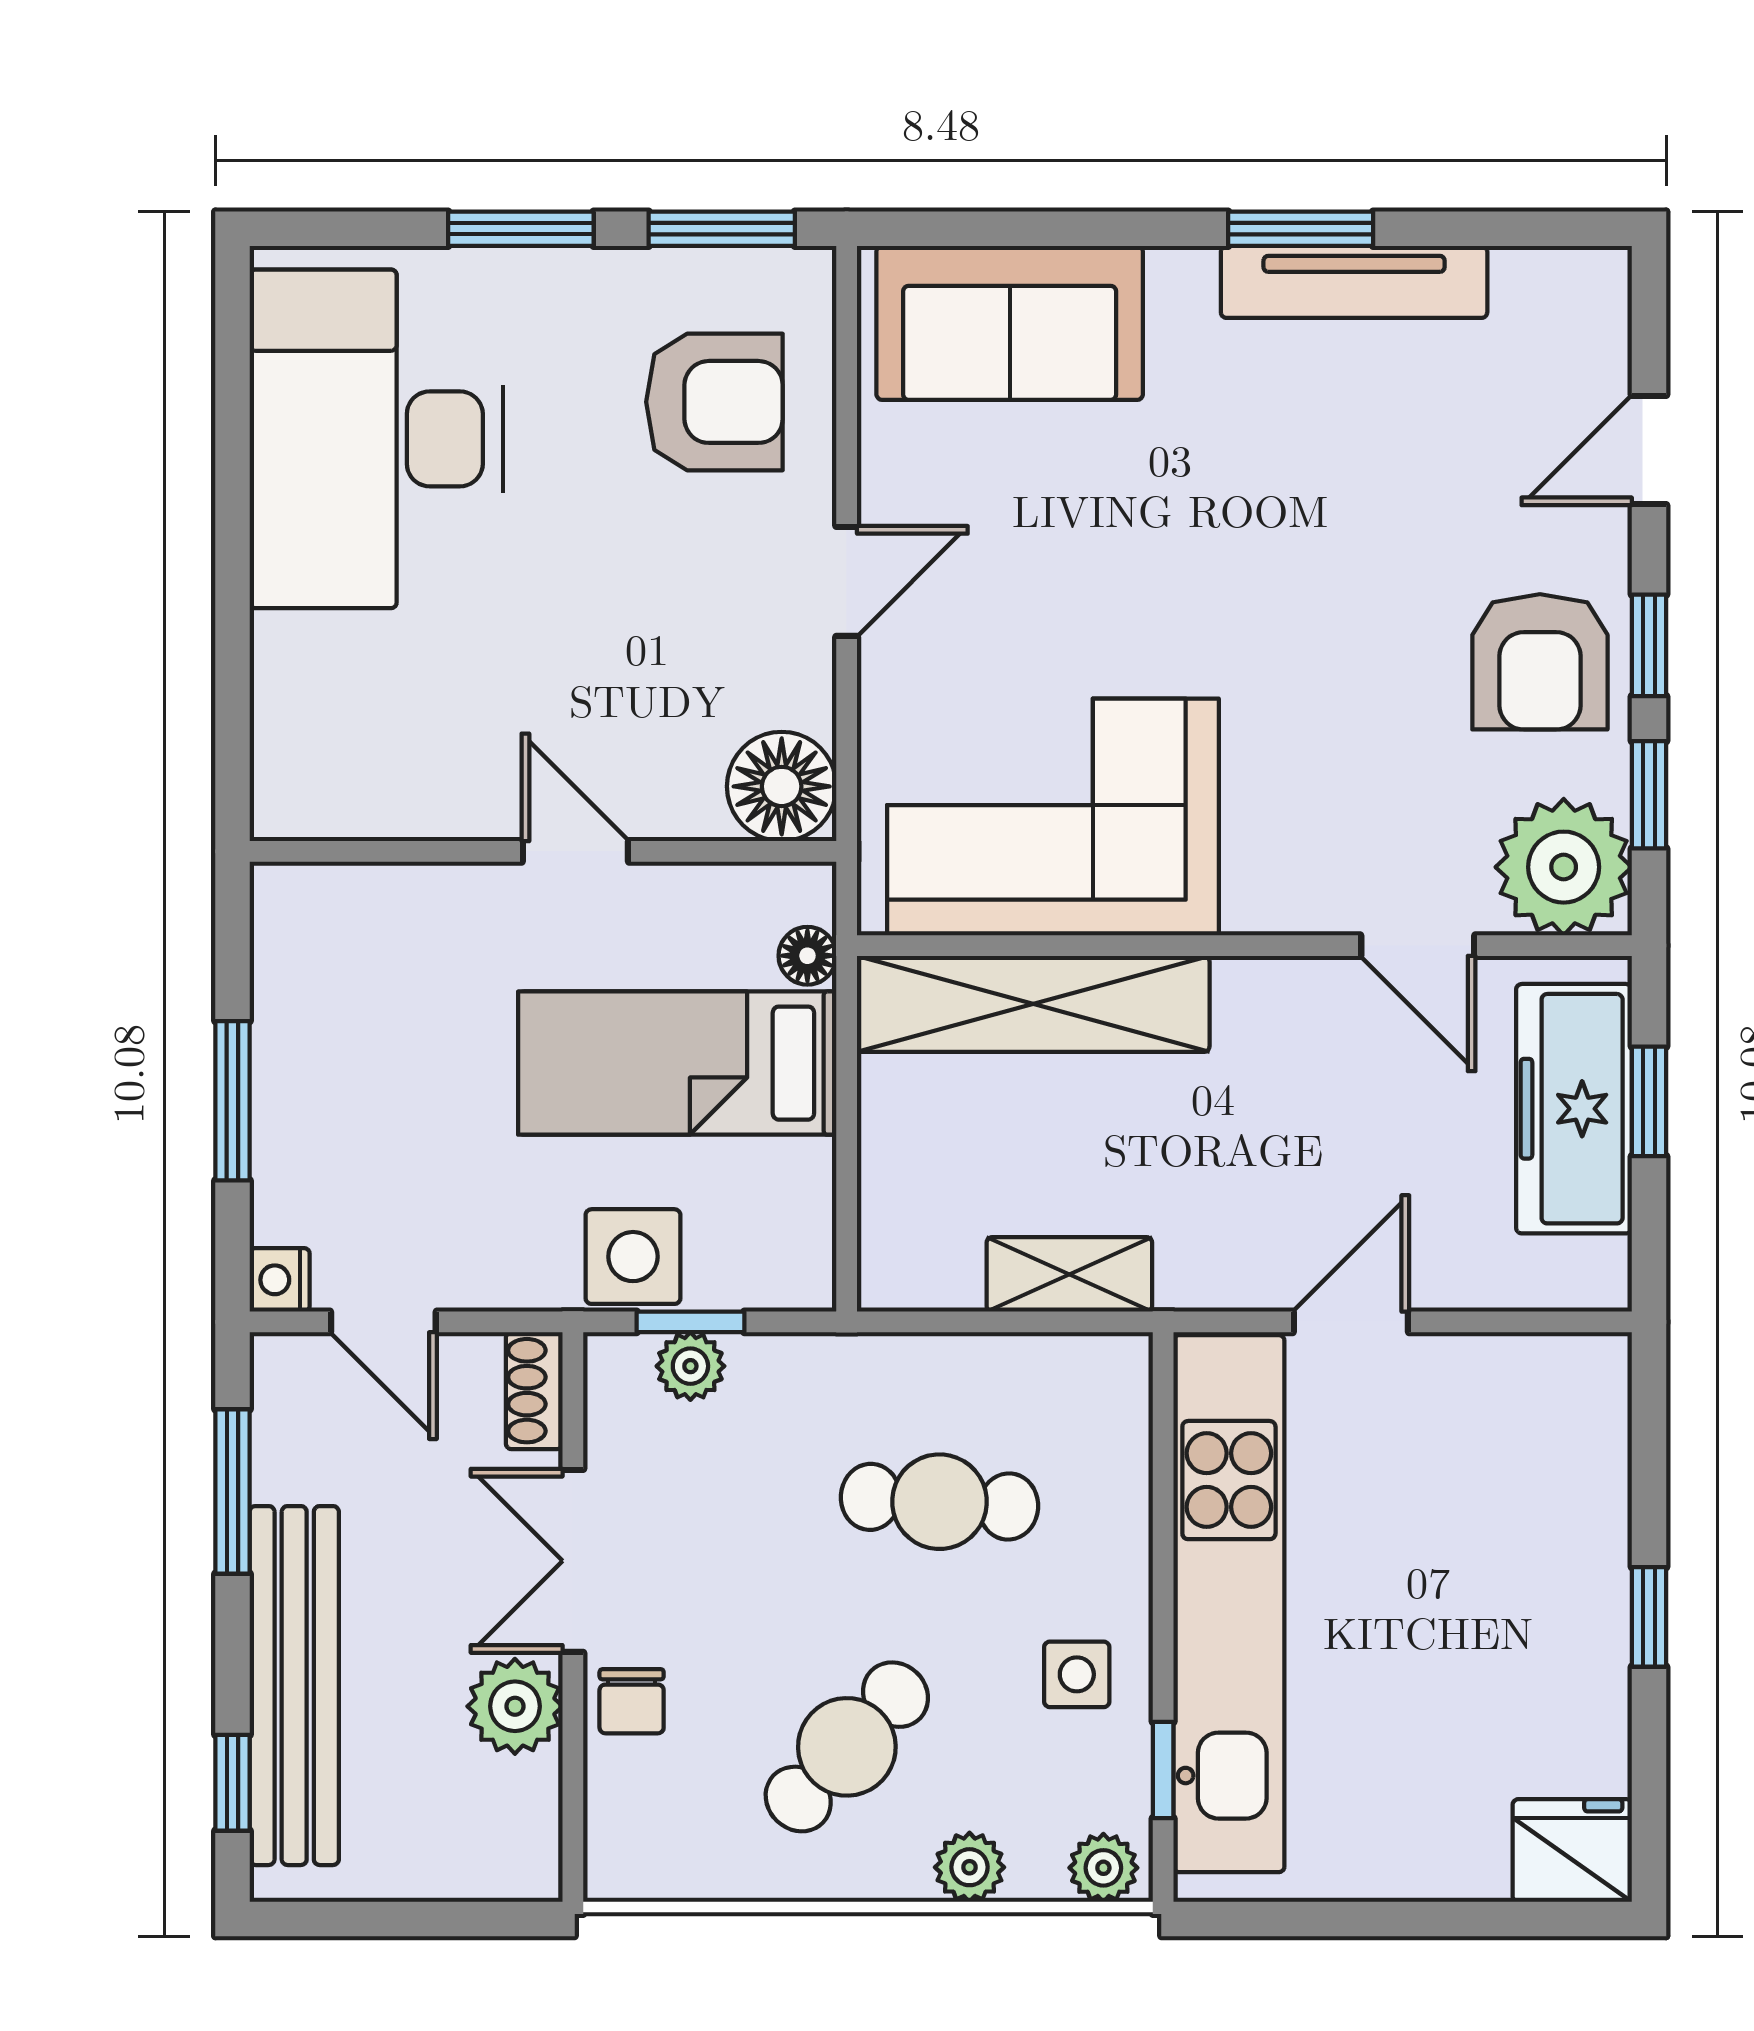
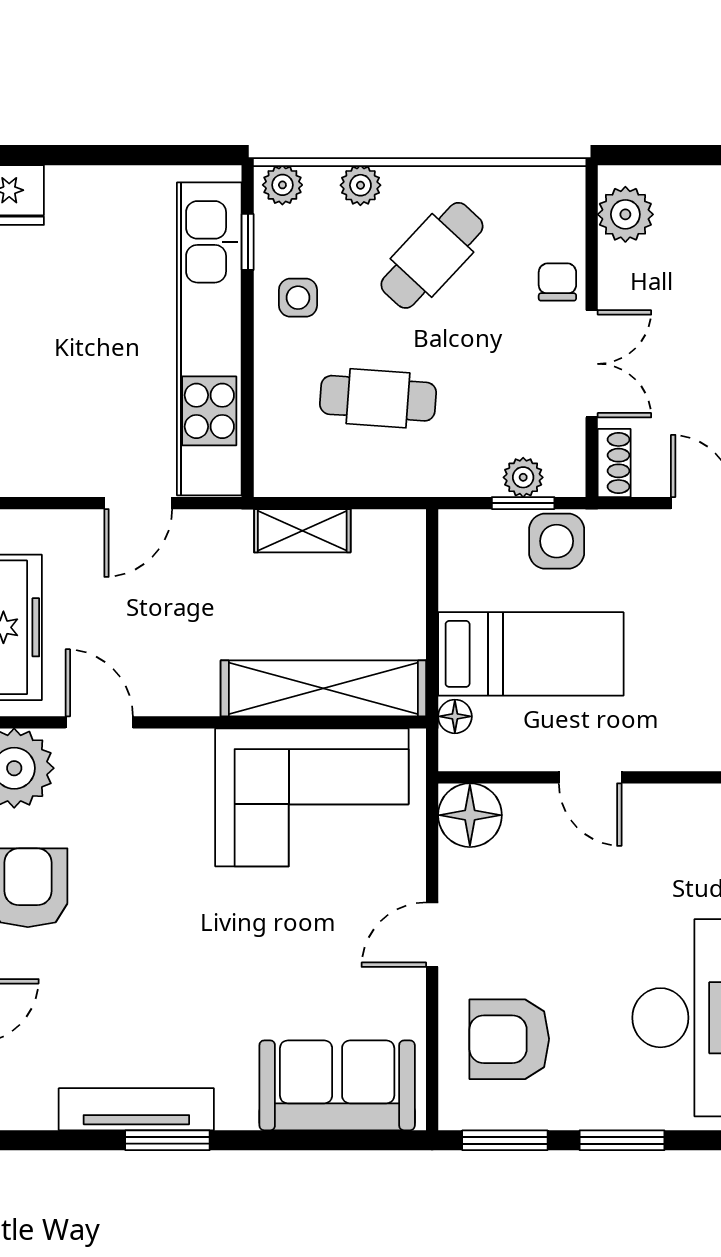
plant: (515, 1706) -> (625, 214), moved

